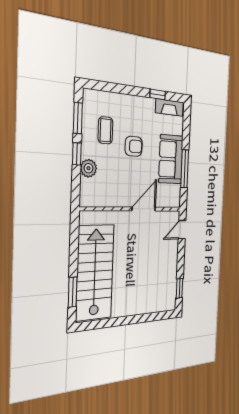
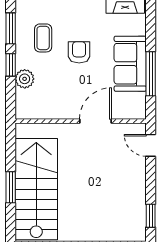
armchair: (134, 146) -> (79, 52), turned -90
door: (182, 230) -> (151, 145), hinge flipped
window: (73, 292) -> (11, 187), moved

